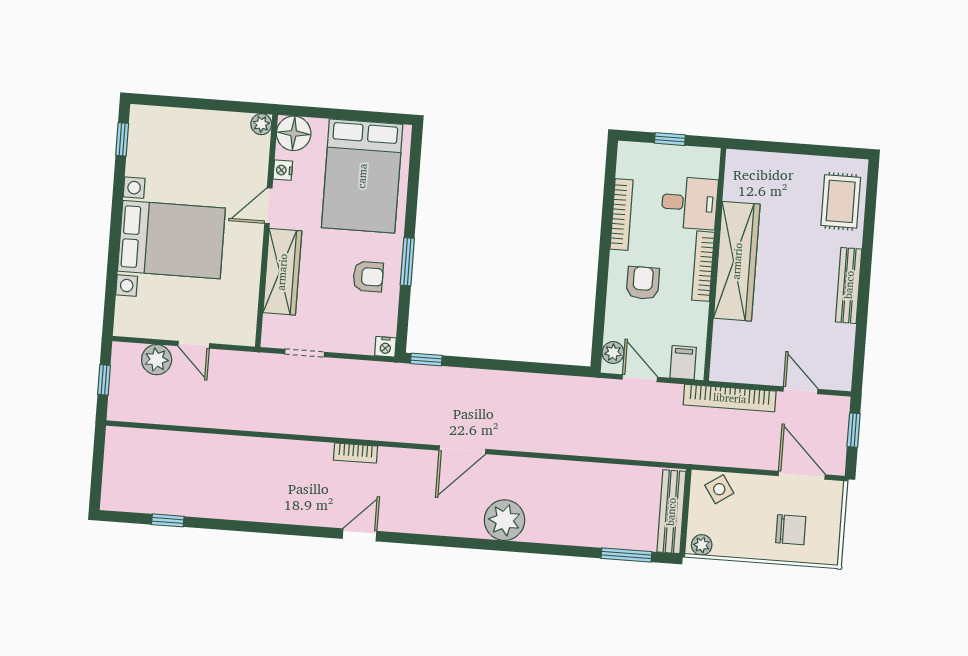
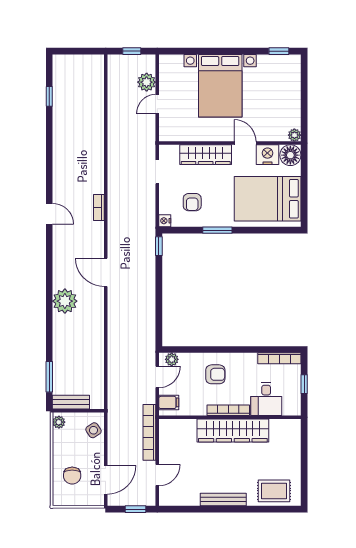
nightstand: (283, 170) -> (267, 155), width x1.89, depth x1.79
bookcase: (622, 214) -> (279, 358), moved
armchair: (368, 277) -> (192, 202), moved
bench: (671, 512) -> (71, 402), width x0.73

